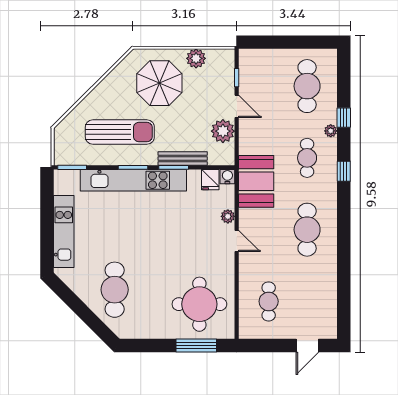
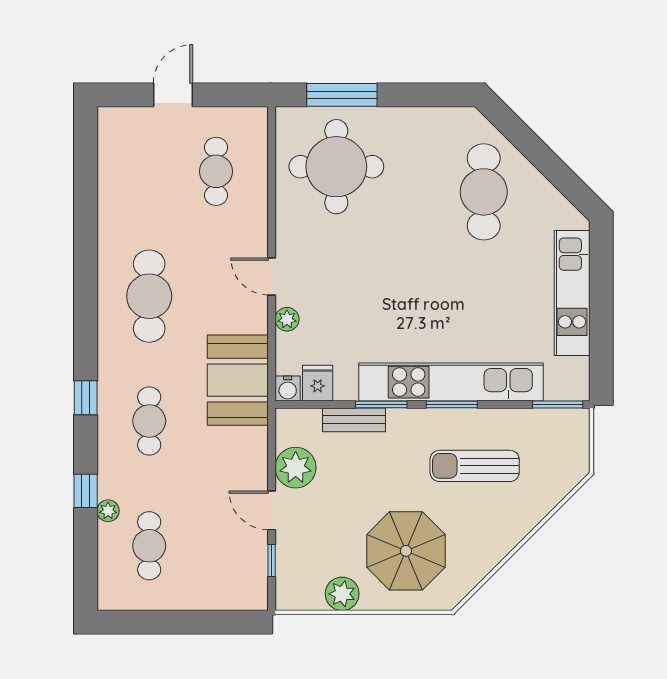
cafe table: (307, 86) -> (149, 546), width x0.73, depth x0.74
plant: (331, 131) -> (108, 511), moved
sun lounger: (120, 132) -> (475, 466), width x0.73, depth x0.75
bench: (183, 158) -> (354, 420), width x0.73
door: (307, 345) -> (173, 95), moved

